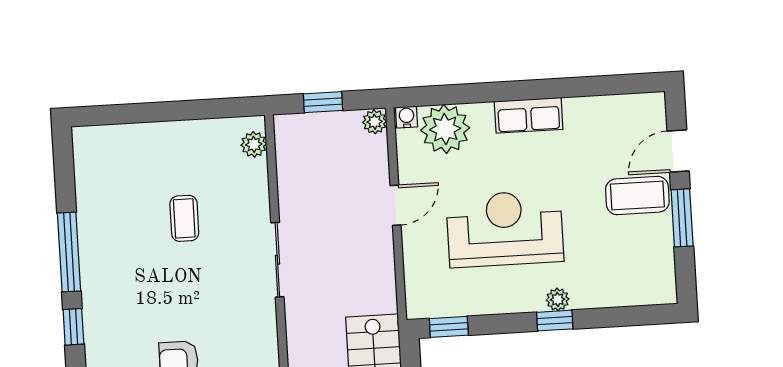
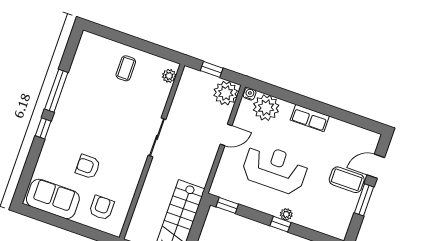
plant: (375, 122) -> (226, 93), width x1.88, depth x1.88
coffee table: (184, 218) -> (126, 68), moved

